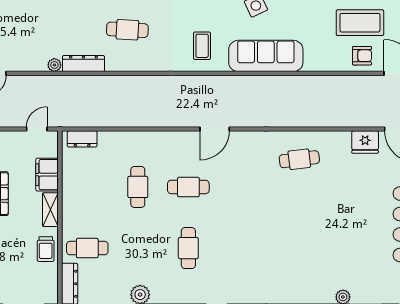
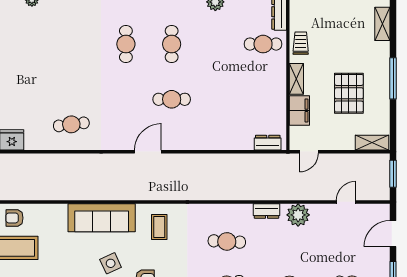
dresser: (83, 64) -> (266, 211), width x0.70
plant: (54, 65) -> (298, 215), width x1.88, depth x1.88
cafe table: (138, 187) -> (126, 44), moved

